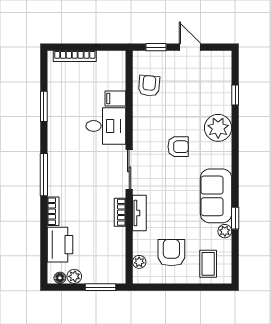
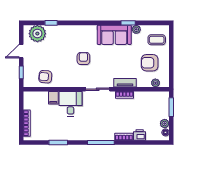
plant: (218, 128) -> (37, 34), moved
printer: (60, 245) -> (140, 135), width x0.53, depth x0.68

